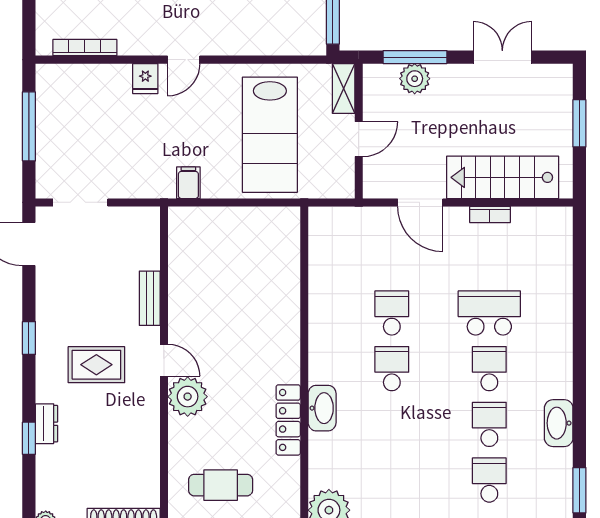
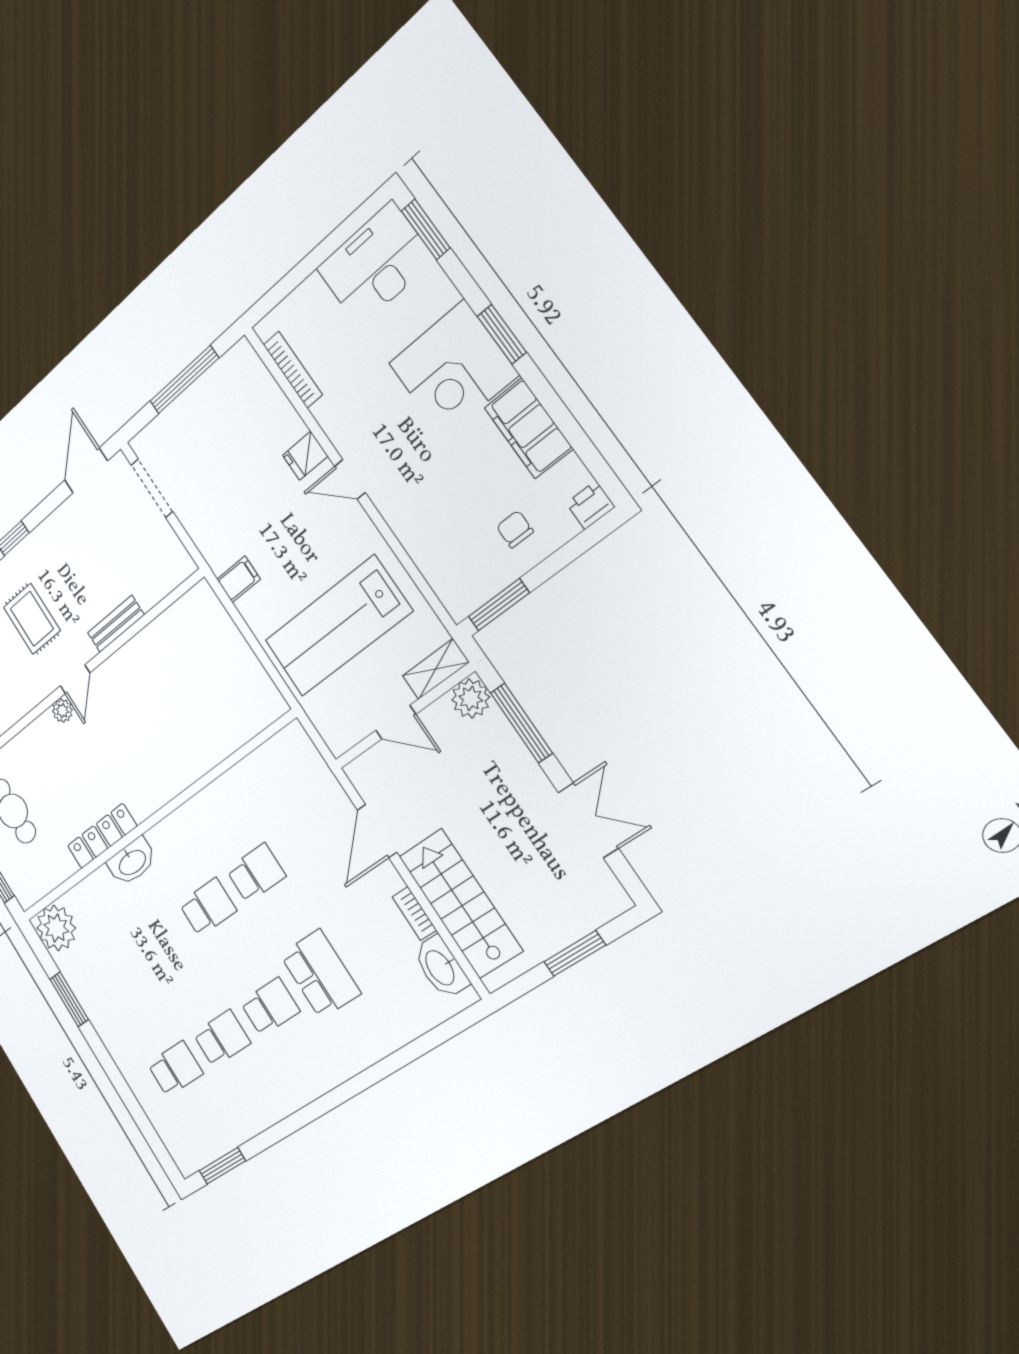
plant: (415, 79) -> (471, 698), moved
plant: (188, 397) -> (62, 711), width x0.53, depth x0.53
washbasin: (559, 423) -> (441, 967), moved, turned -90

